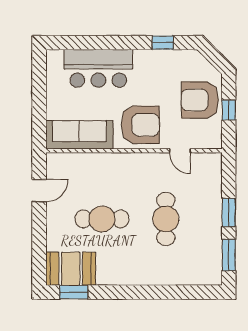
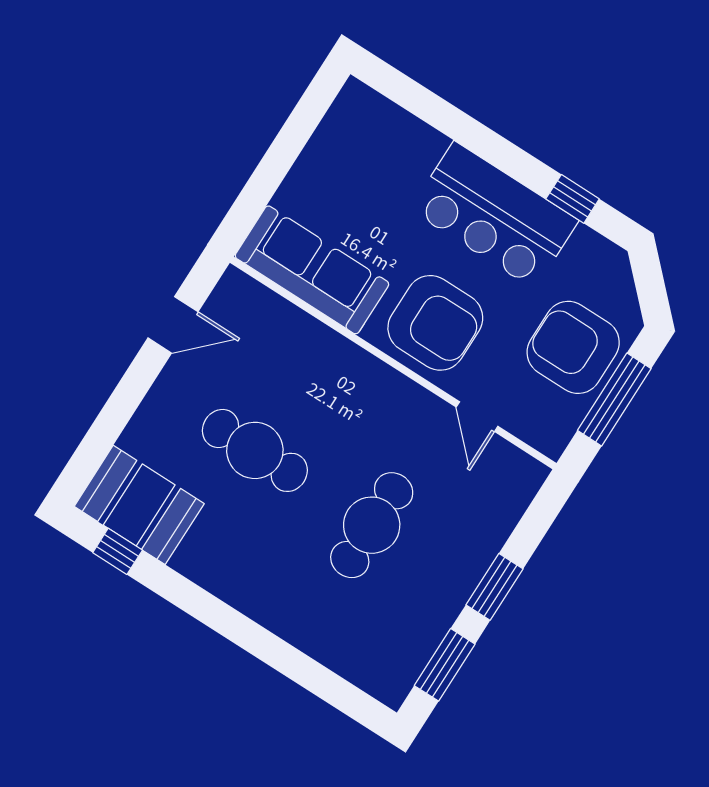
bar counter: (98, 68) -> (494, 215), moved
window: (229, 110) -> (614, 400), width x2.17
window: (74, 292) -> (118, 551), width x0.67

